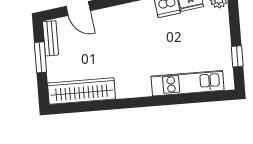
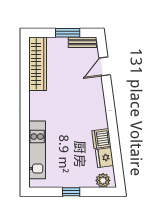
window: (237, 56) -> (71, 192), moved

